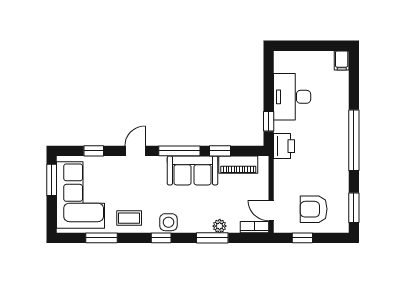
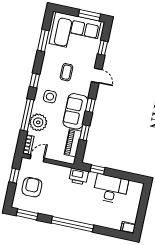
window: (179, 151) -> (90, 105), width x0.46
coffee table: (129, 218) -> (66, 72), moved
side table: (168, 222) -> (50, 97), moved
plant: (220, 226) -> (38, 122), width x1.88, depth x1.88
window: (212, 238) -> (27, 115), width x1.44

